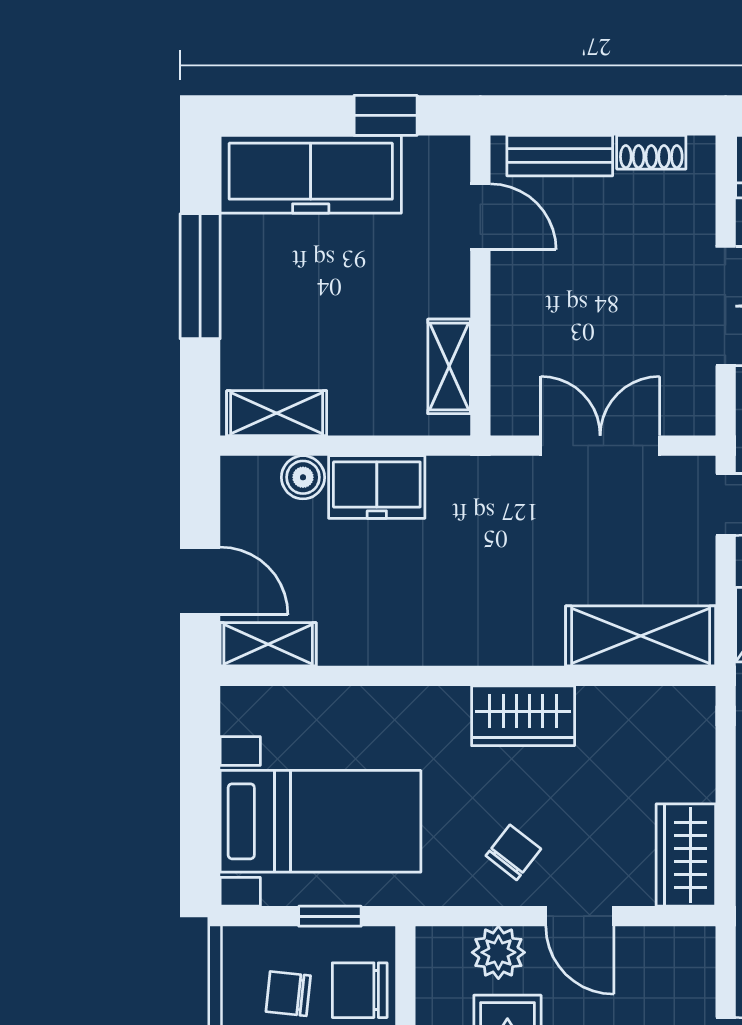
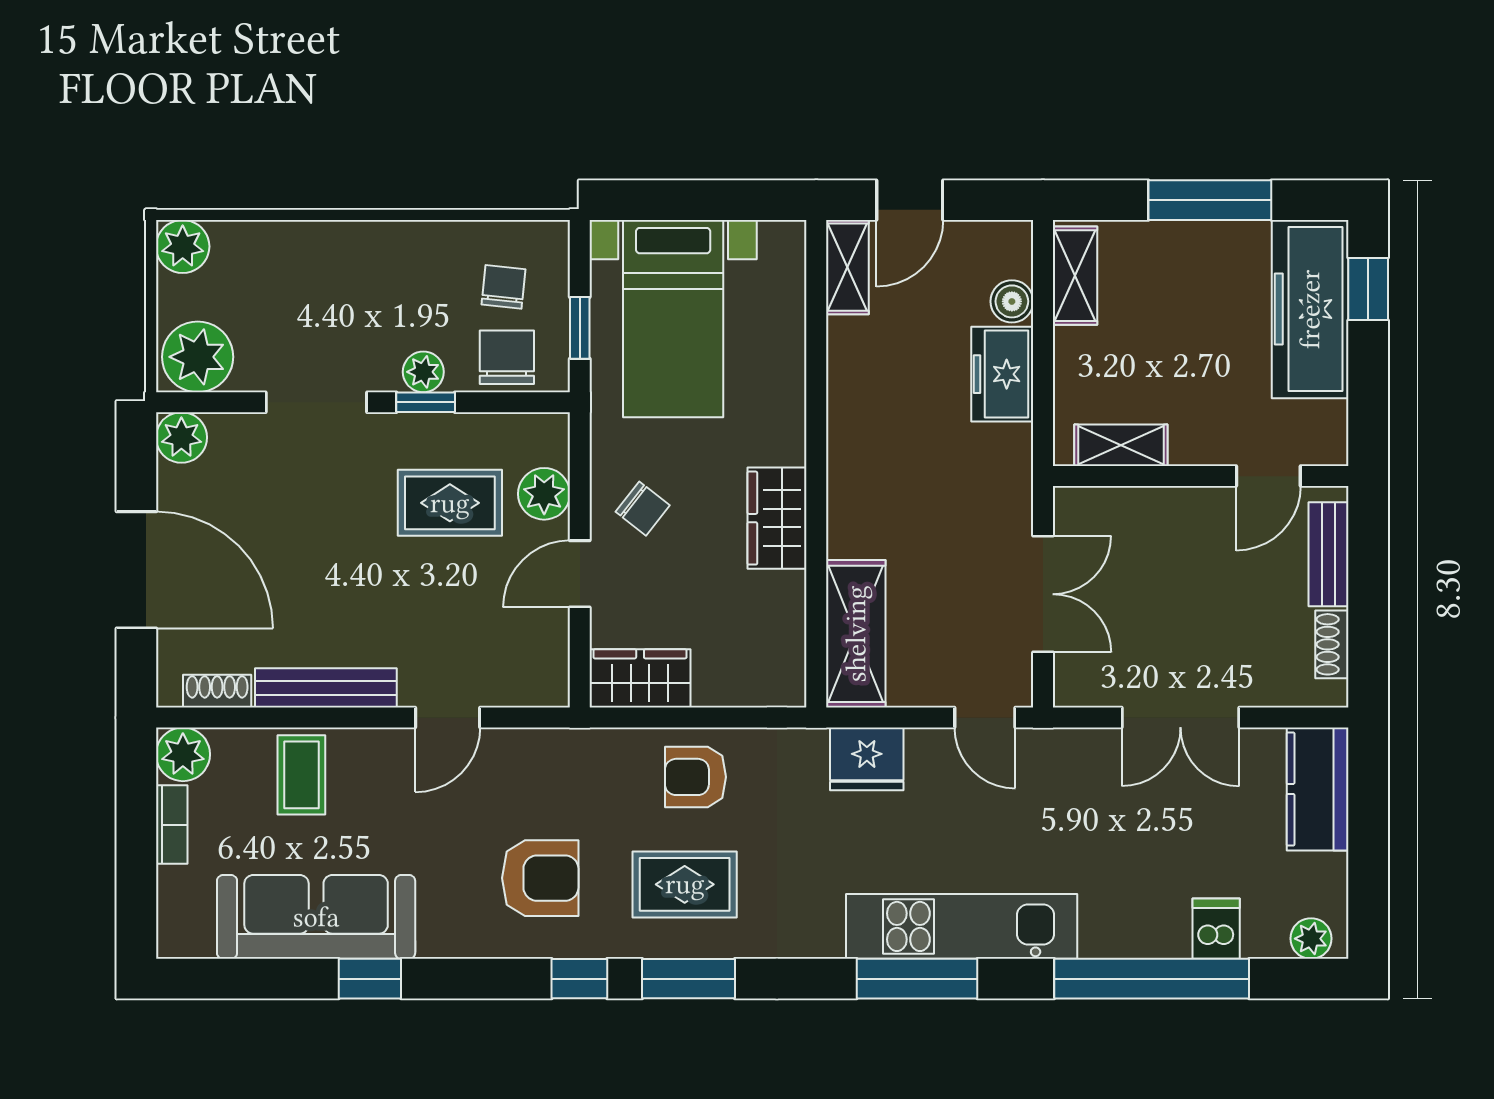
window: (386, 115) -> (1368, 289), moved

